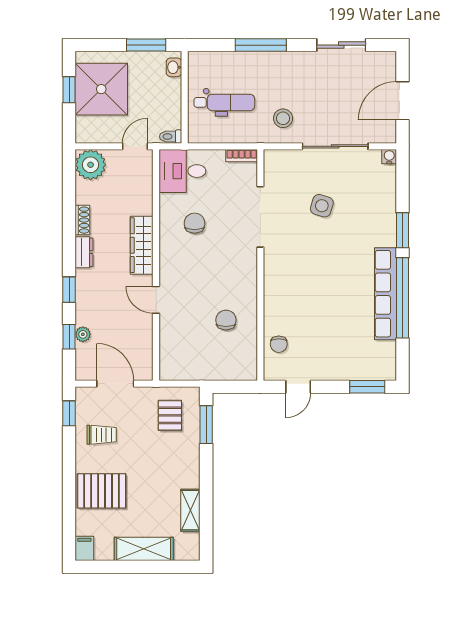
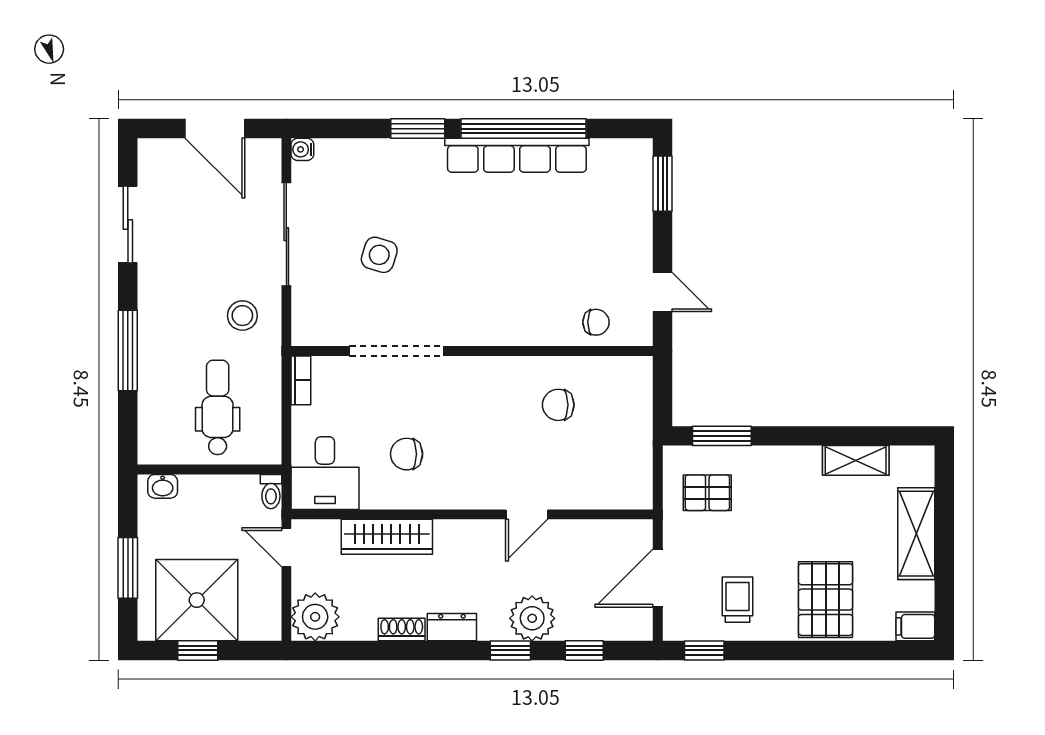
window: (146, 45) -> (128, 568), moved
wardrobe: (142, 245) -> (387, 537), moved
plant: (83, 334) -> (532, 618), moved, width x1.87, depth x1.87

